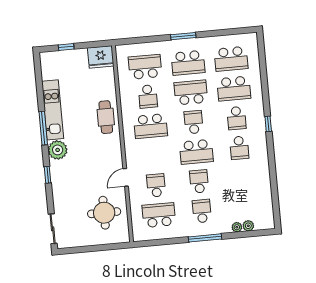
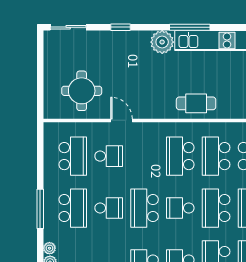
school desk: (191, 92) -> (216, 208), turned 180
school desk: (148, 96) -> (216, 156), width x1.85
school desk: (194, 122) -> (180, 208), turned 180
window: (48, 175) -> (121, 27), moved
school desk: (202, 211) -> (73, 208), width x1.85

